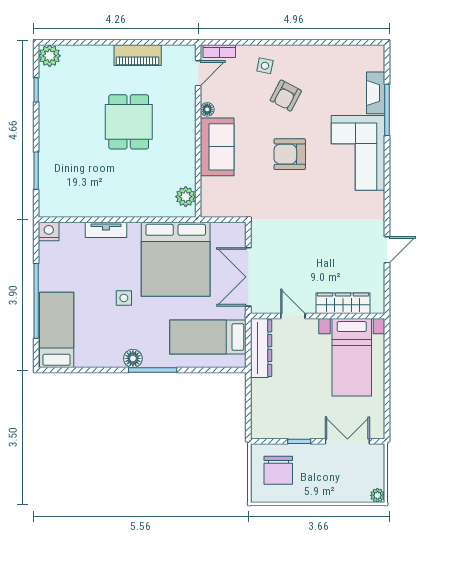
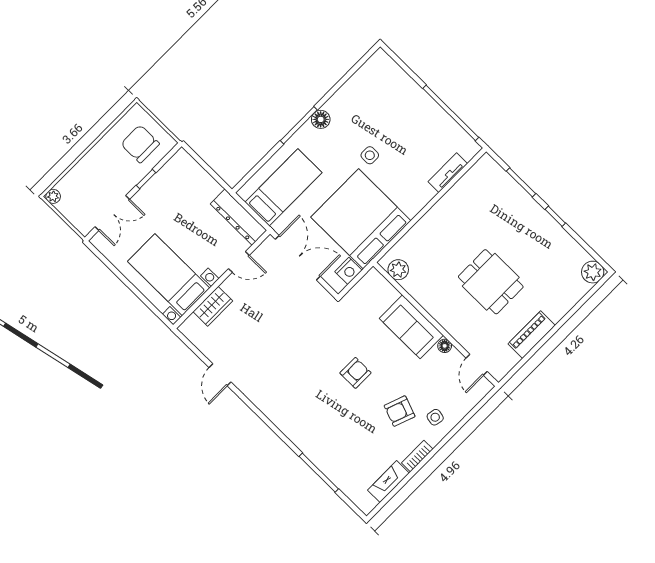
bookcase: (219, 51) -> (417, 456), moved
window: (36, 90) -> (555, 216), moved
fireplace: (376, 93) -> (388, 482), moved, turned -90
armchair: (286, 96) -> (400, 411), turned -98
corner sofa: (358, 153) -> (309, 422), removed
armchair: (290, 154) -> (355, 373), width x0.72, depth x0.72
tv unit: (106, 230) -> (448, 173), moved
nightstand: (49, 231) -> (348, 271), moved
window: (36, 301) -> (451, 113), moved
wardrobe: (343, 303) -> (213, 306), width x0.67
bed: (57, 330) -> (394, 85), removed

